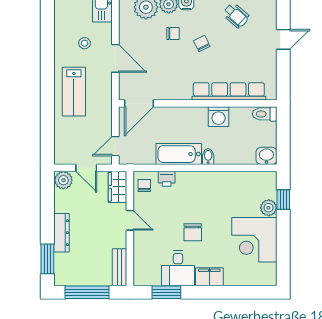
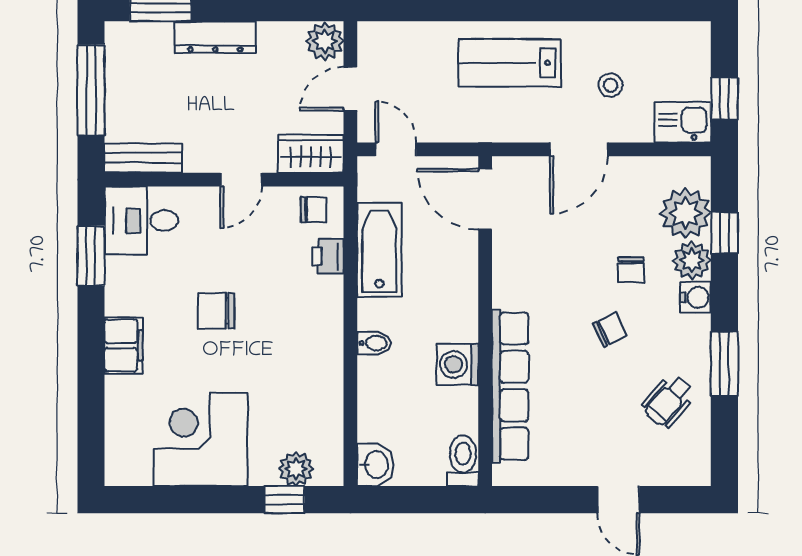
bathtub: (179, 154) -> (379, 250), moved
plant: (269, 208) -> (296, 469), moved
desk: (178, 268) -> (141, 220), moved

